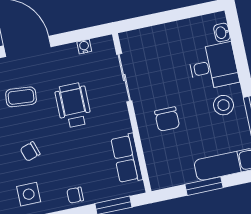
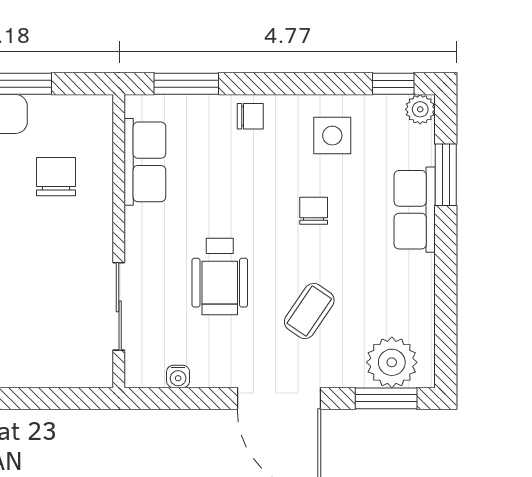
coffee table: (21, 97) -> (309, 311), turned -61
chair: (167, 119) -> (56, 177), moved
chair: (30, 151) -> (314, 211), turned -72

